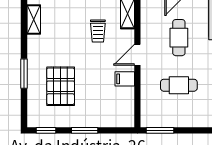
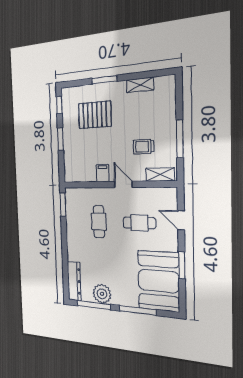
shelving: (34, 20) -> (140, 85), moved

